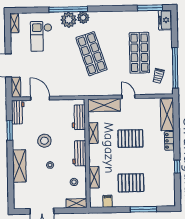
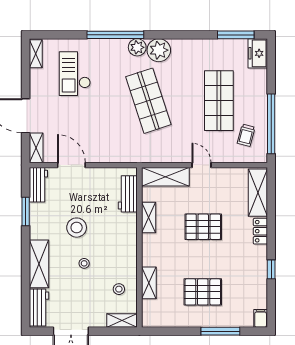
plant: (69, 20) -> (159, 50), moved
workbench: (79, 153) -> (39, 308), moved, turned 180
filing cabinet: (108, 201) -> (261, 318), moved

